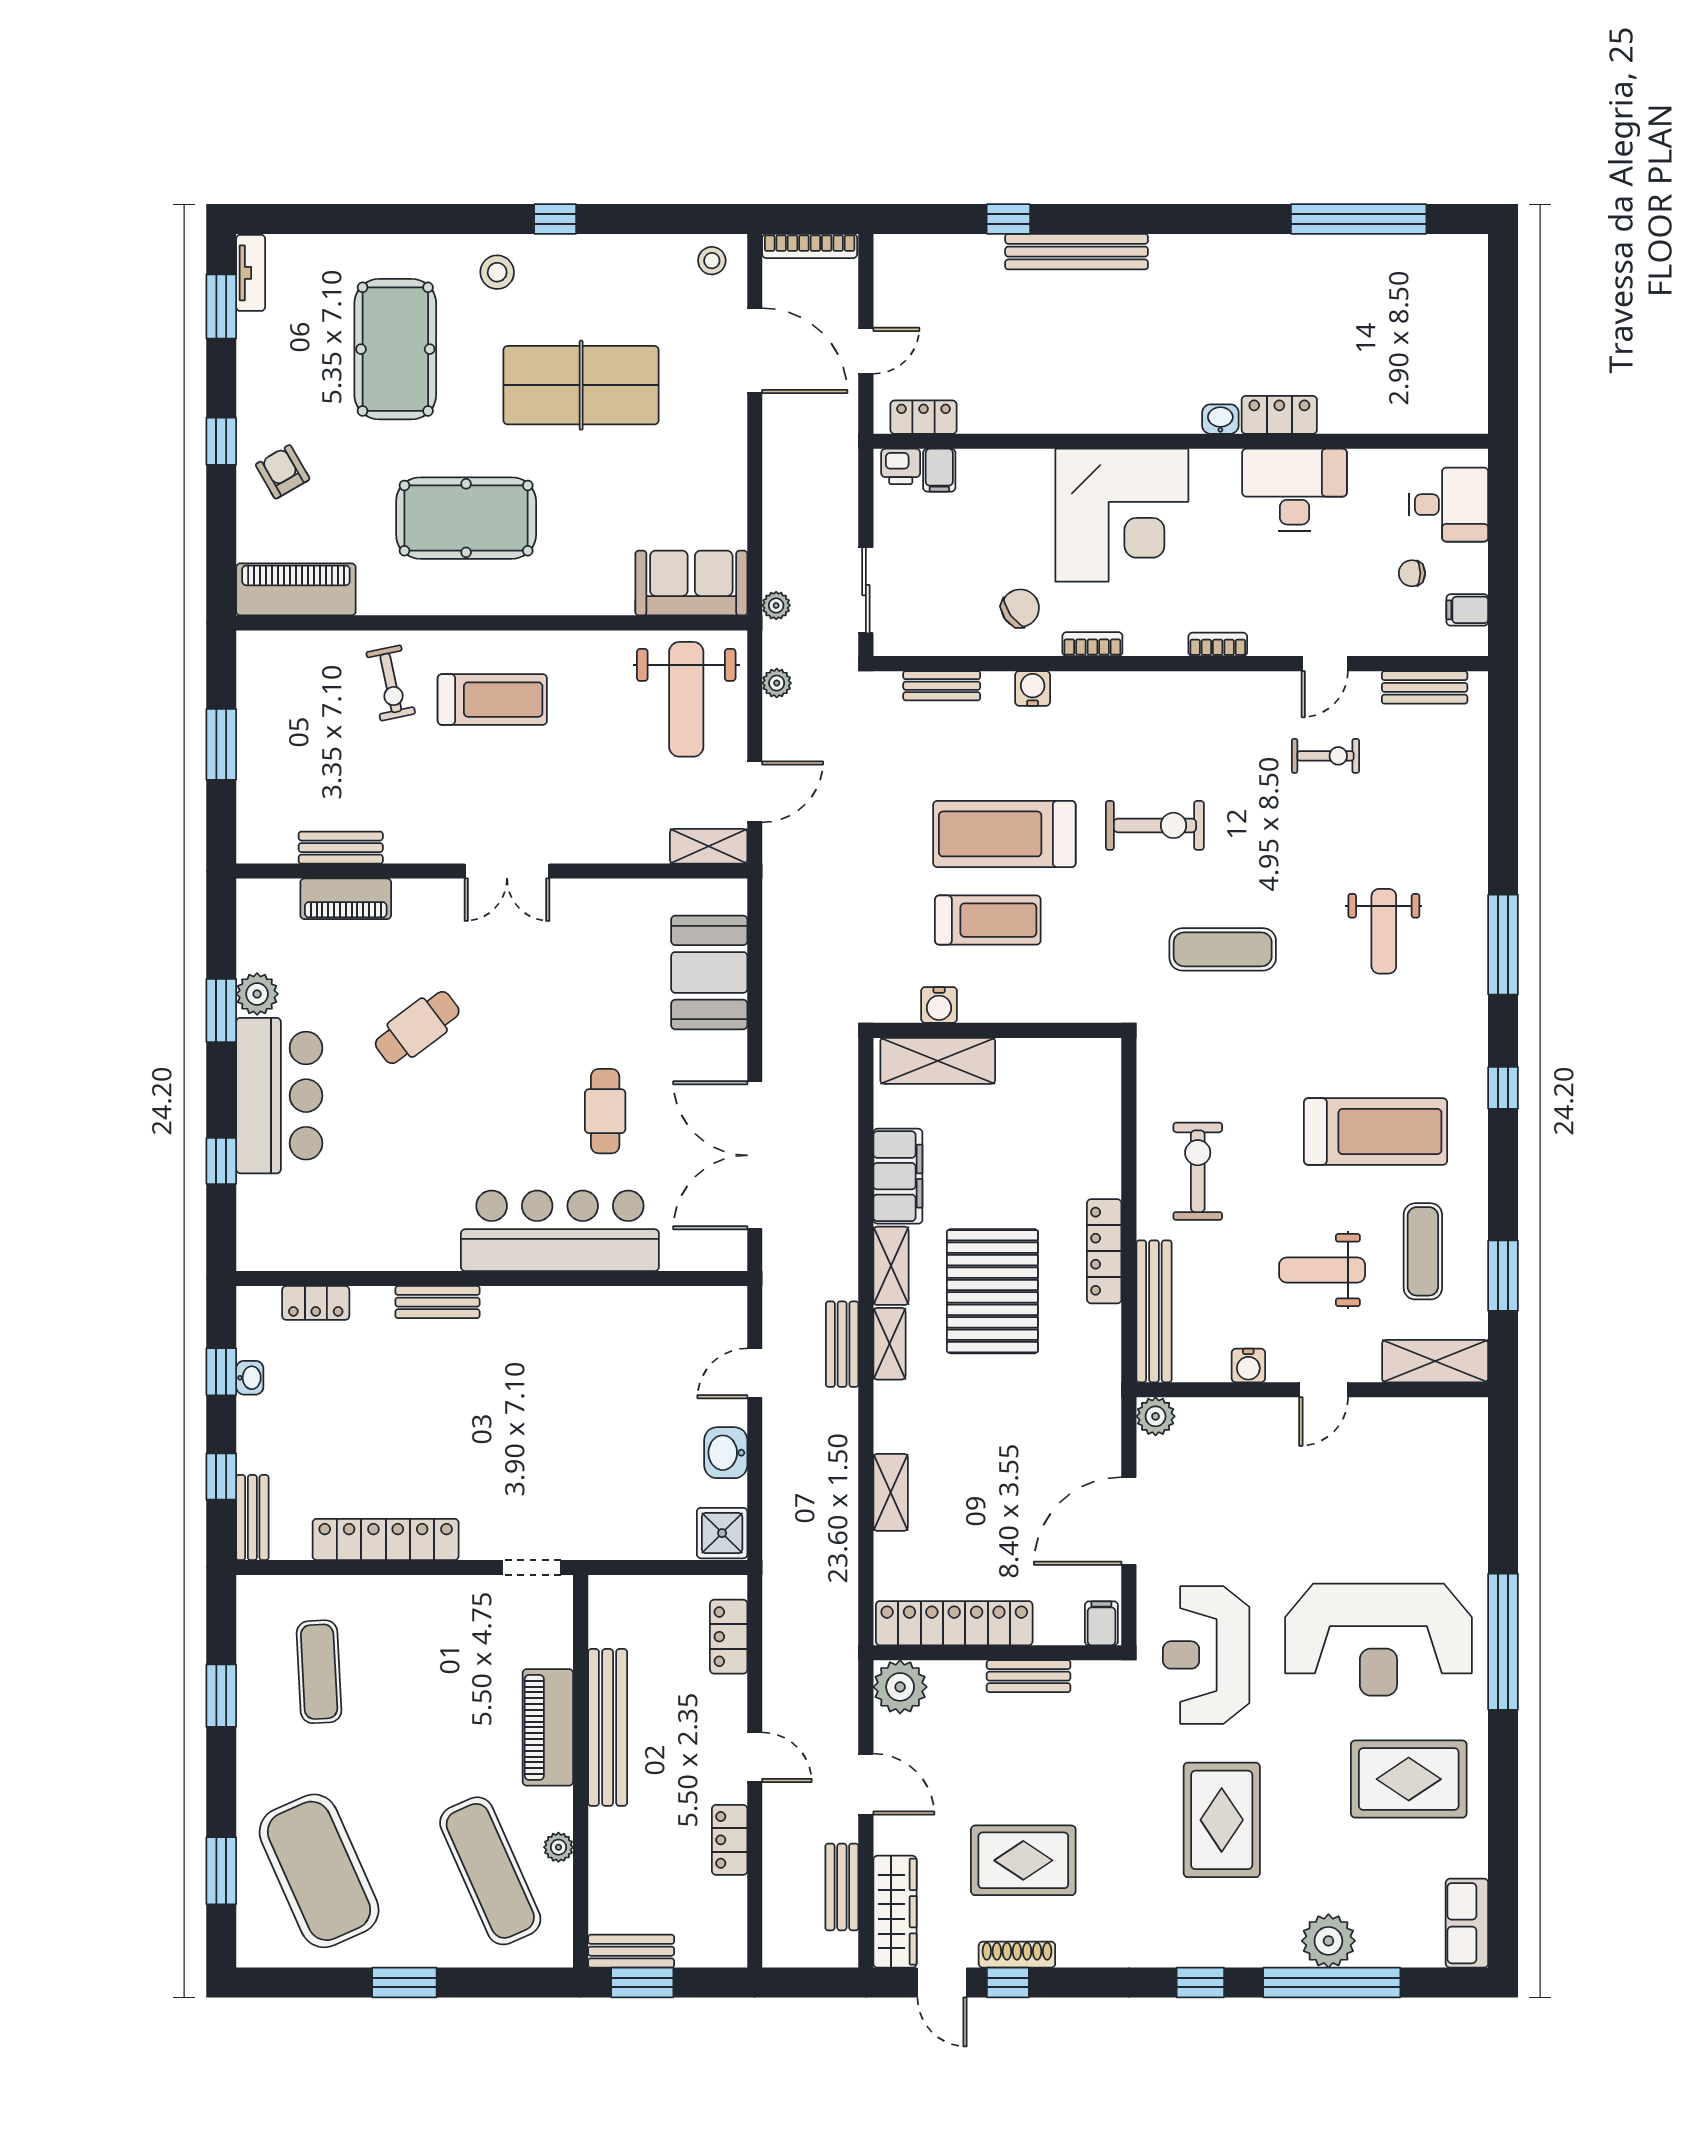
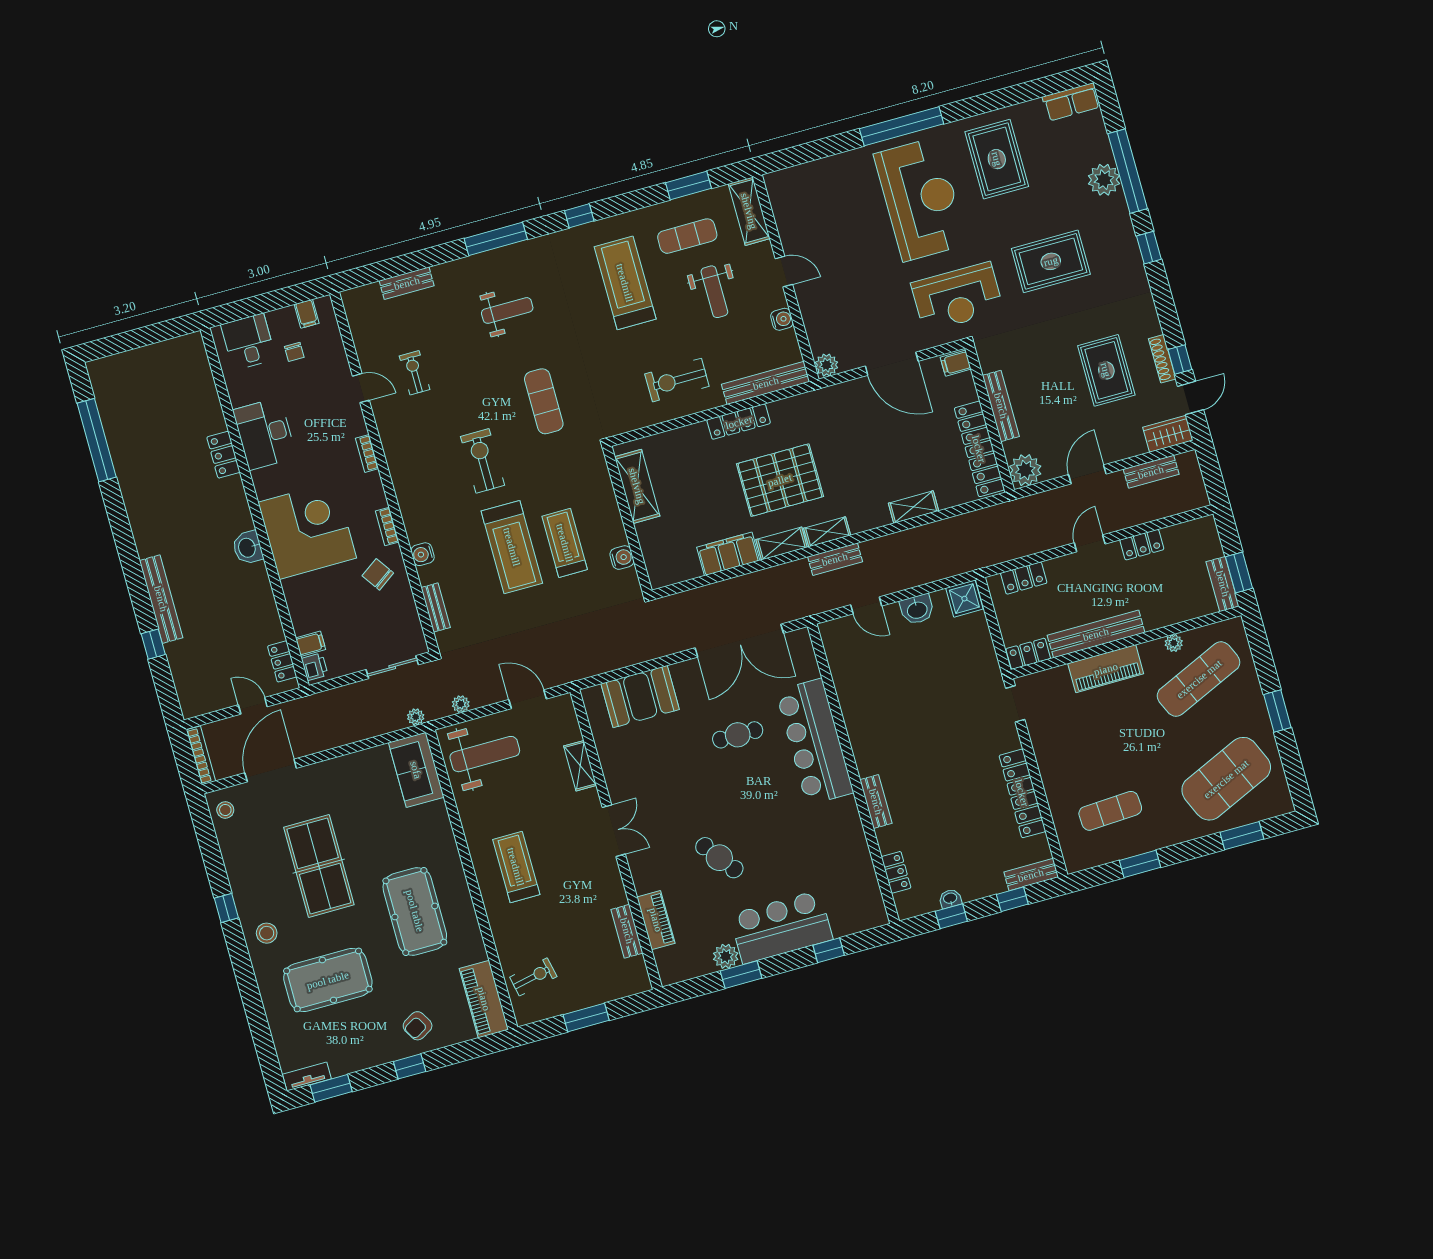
washbasin: (1220, 419) -> (248, 548), moved, width x1.38, depth x1.45
exercise bike: (391, 683) -> (533, 977), moved
bench: (1425, 687) -> (407, 283), moved, turned 90
shelving: (709, 846) -> (580, 766), moved
shelving: (938, 1061) -> (637, 486), moved
locker: (606, 1610) -> (1028, 654), added
bench: (1029, 1676) -> (1001, 406), width x1.36
wardrobe: (895, 1912) -> (1168, 434), width x0.67

